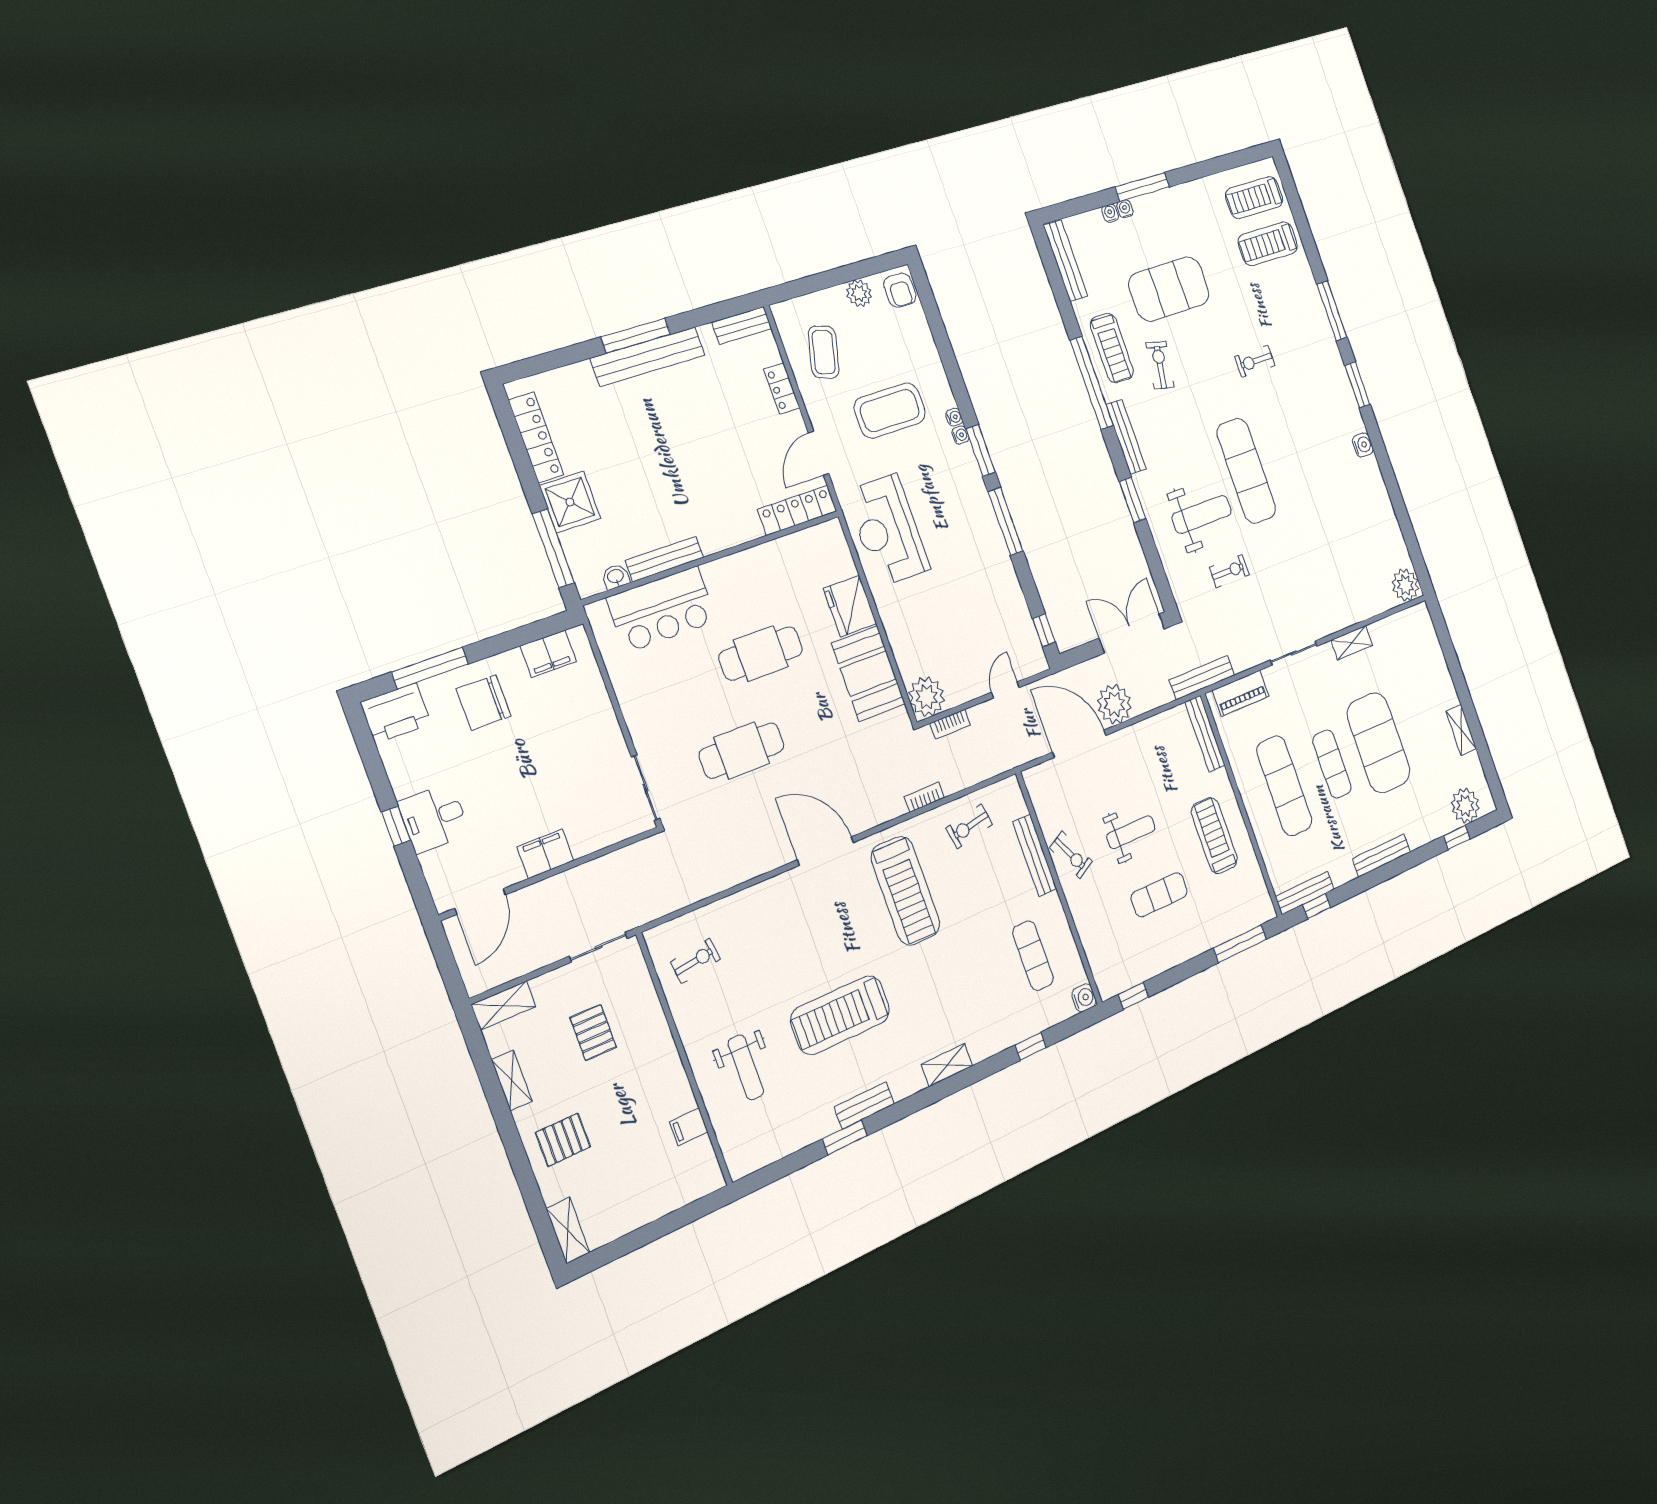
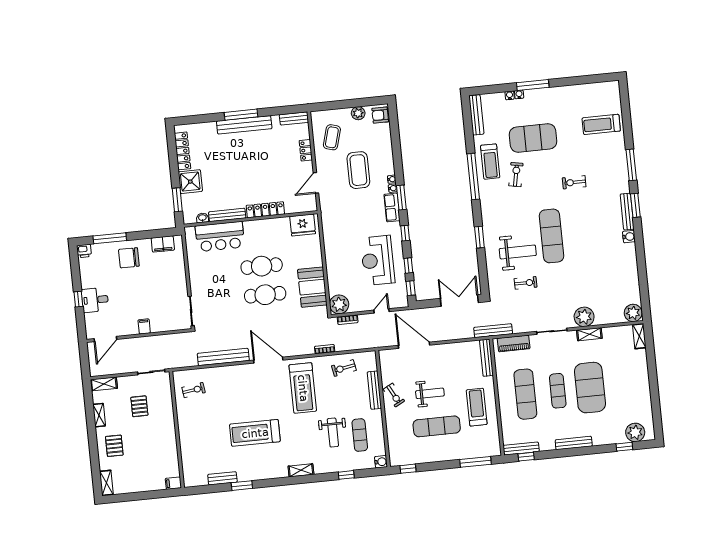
treadmill: (1254, 198) -> (600, 100), removed
armchair: (900, 290) -> (380, 115), turned 90
coffee table: (890, 411) -> (358, 170), turned 90
bench: (1126, 437) -> (627, 212), moved
row of seats: (969, 474) -> (392, 207), added
locker: (797, 510) -> (265, 210), moved
window: (1006, 521) -> (405, 233), width x0.46
reception desk: (888, 530) -> (378, 260), moved
window: (553, 548) -> (177, 200), width x0.69
window: (1028, 585) -> (408, 265), added
fridge: (850, 606) -> (303, 225), moved, turned -90
plant: (1114, 704) -> (584, 317), moved
printer: (396, 713) -> (84, 251), width x0.53, depth x0.68
shelving: (1461, 730) -> (639, 336), moved
cafe table: (742, 750) -> (265, 295), moved
filing cabinet: (545, 854) -> (144, 326), width x0.50
bench: (737, 870) -> (223, 357), added
exercise mat: (1159, 895) -> (437, 426), width x1.36, depth x1.45
weight bench: (746, 1067) -> (333, 433), moved
bench: (864, 1105) -> (222, 478), moved
filing cabinet: (689, 1127) -> (173, 483), moved
pallet: (563, 1140) -> (114, 446), turned 90

